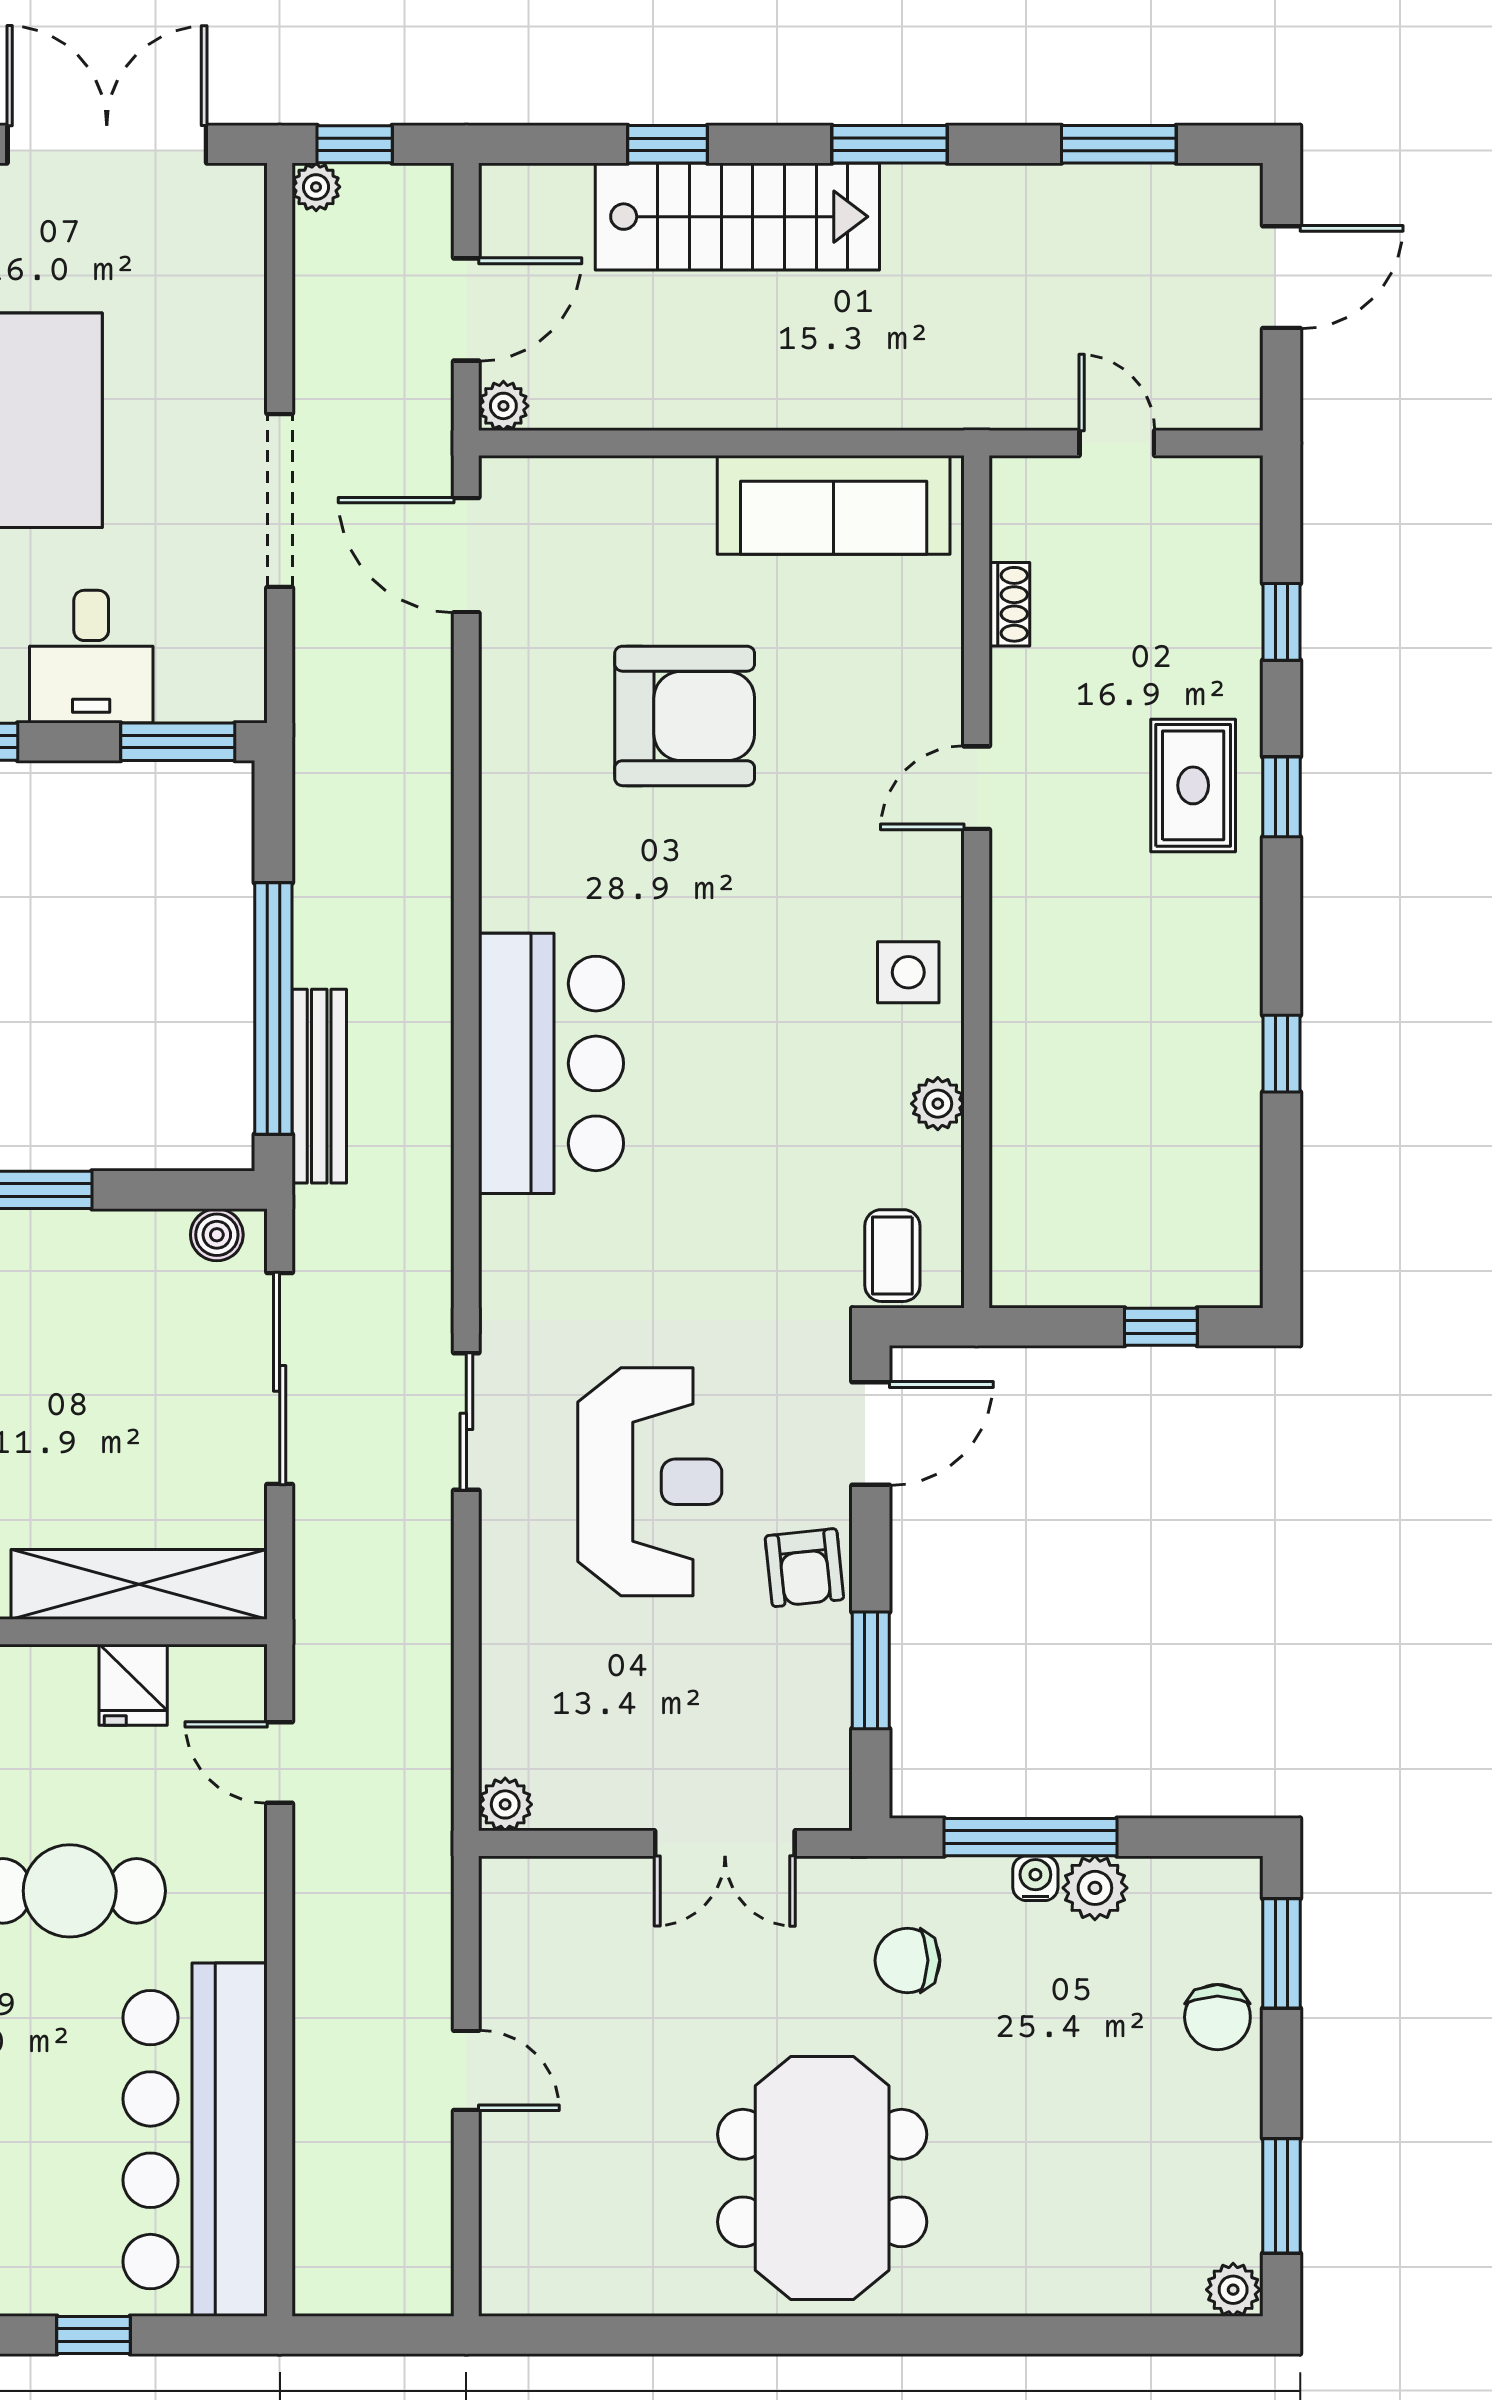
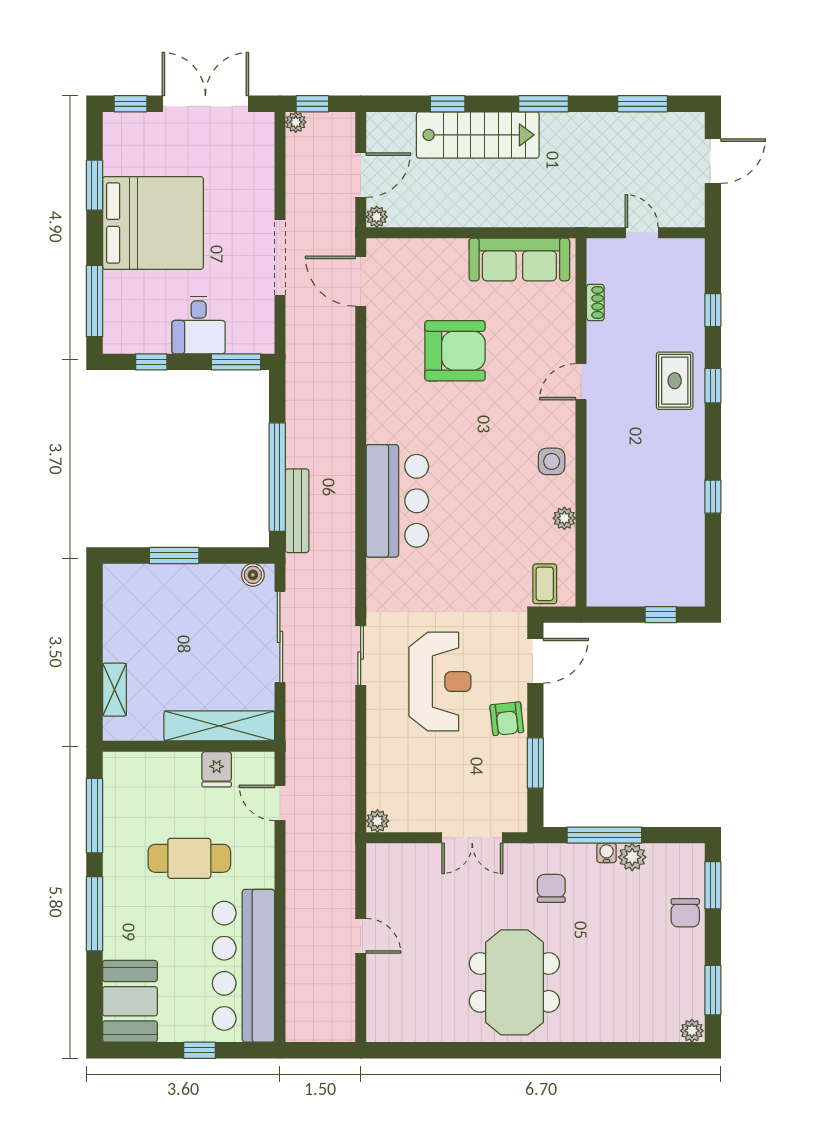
chair: (907, 1960) -> (551, 888), turned 90

